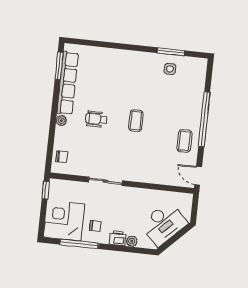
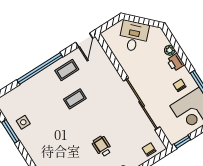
wheelchair: (96, 119) -> (102, 146), turned 180
coffee table: (136, 121) -> (75, 99), moved
sliding door: (105, 181) -> (142, 104), width x1.86
desk: (164, 224) -> (134, 36), width x0.73

